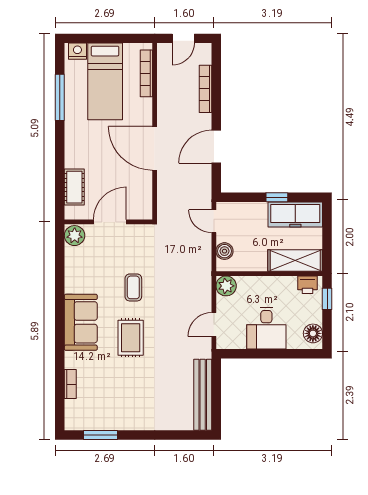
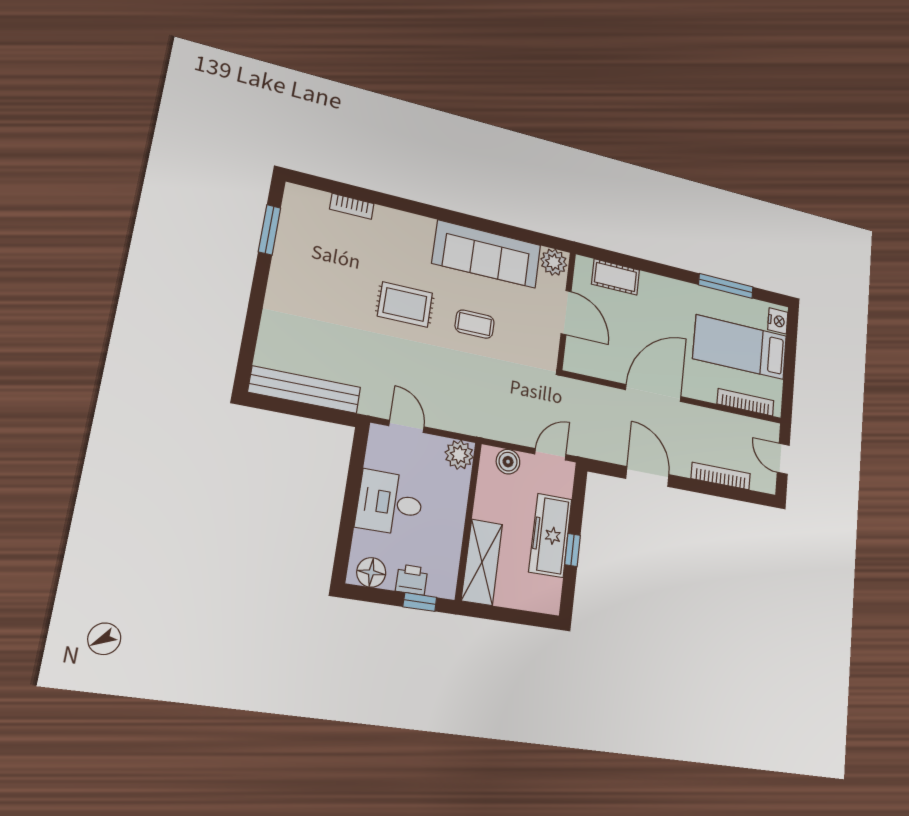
freezer: (295, 215) -> (550, 535), moved
printer: (307, 285) -> (412, 580), moved, turned 90
sofa: (81, 322) -> (487, 254), moved, width x1.36

